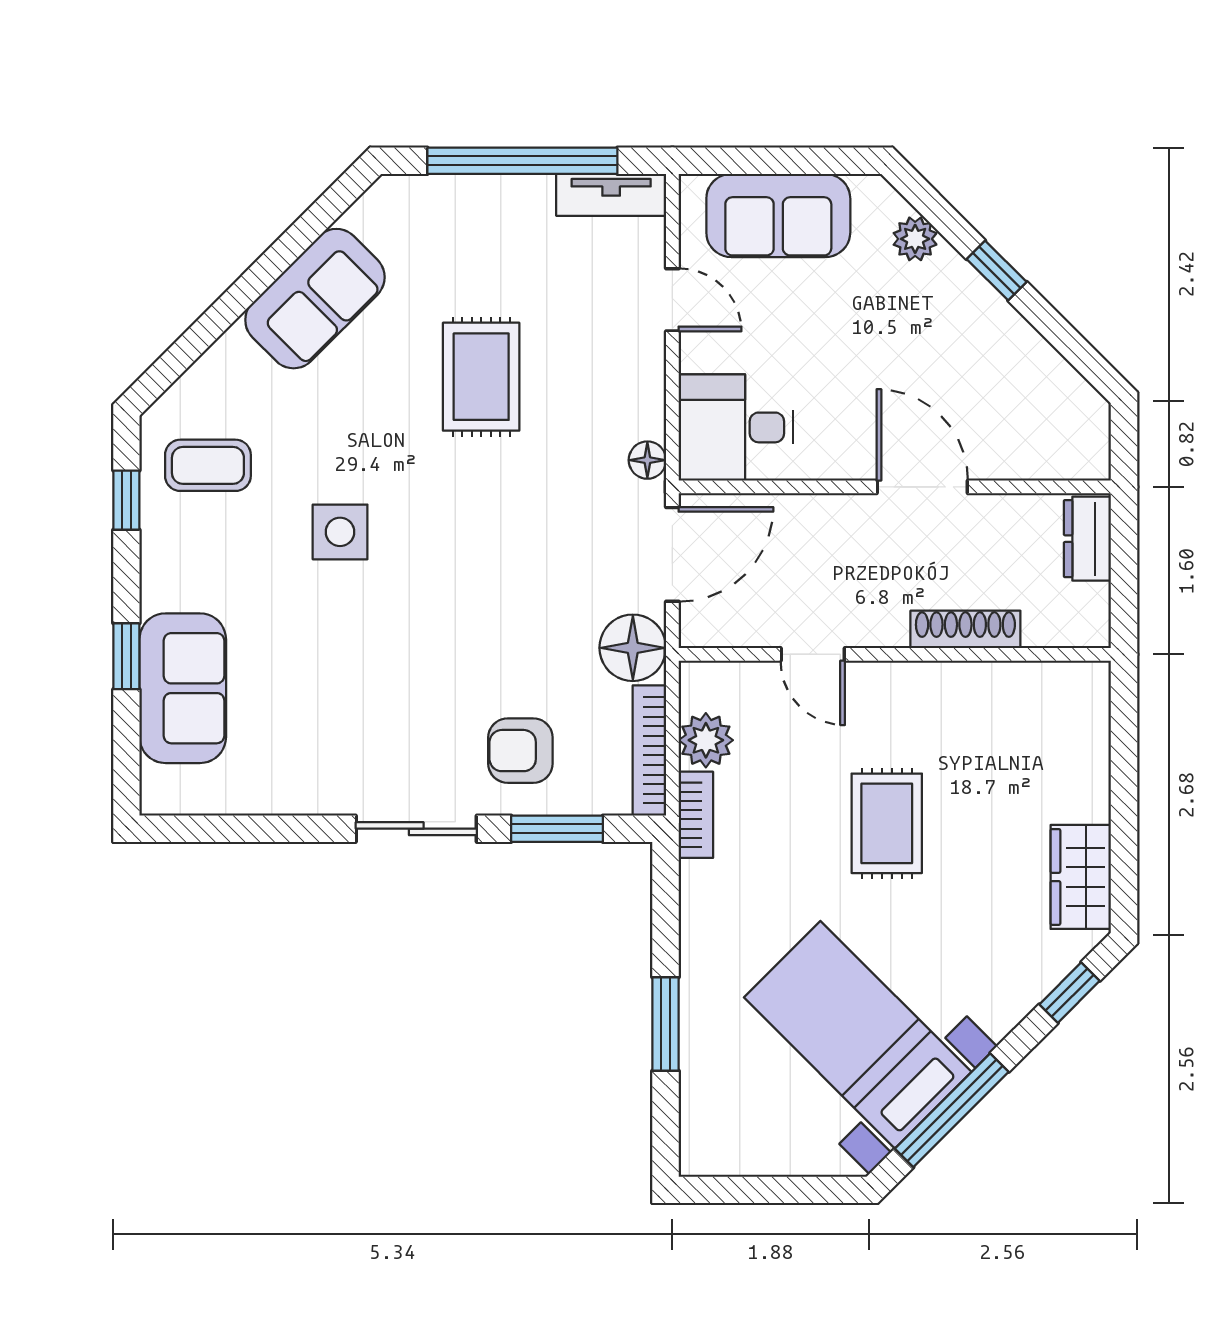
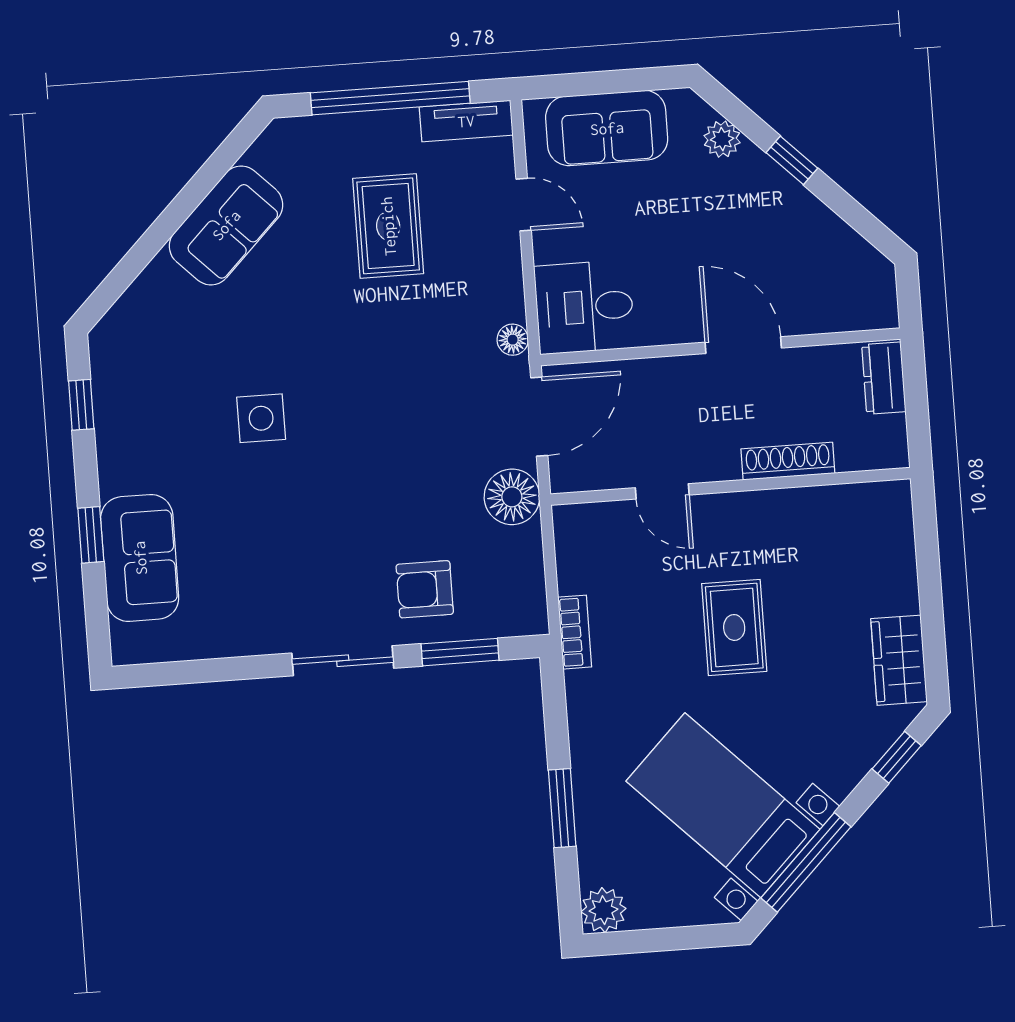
rug: (481, 377) -> (388, 226), moved
coffee table: (208, 465) -> (147, 371), removed
plant: (706, 740) -> (603, 910), moved
bookcase: (649, 750) -> (532, 581), removed

